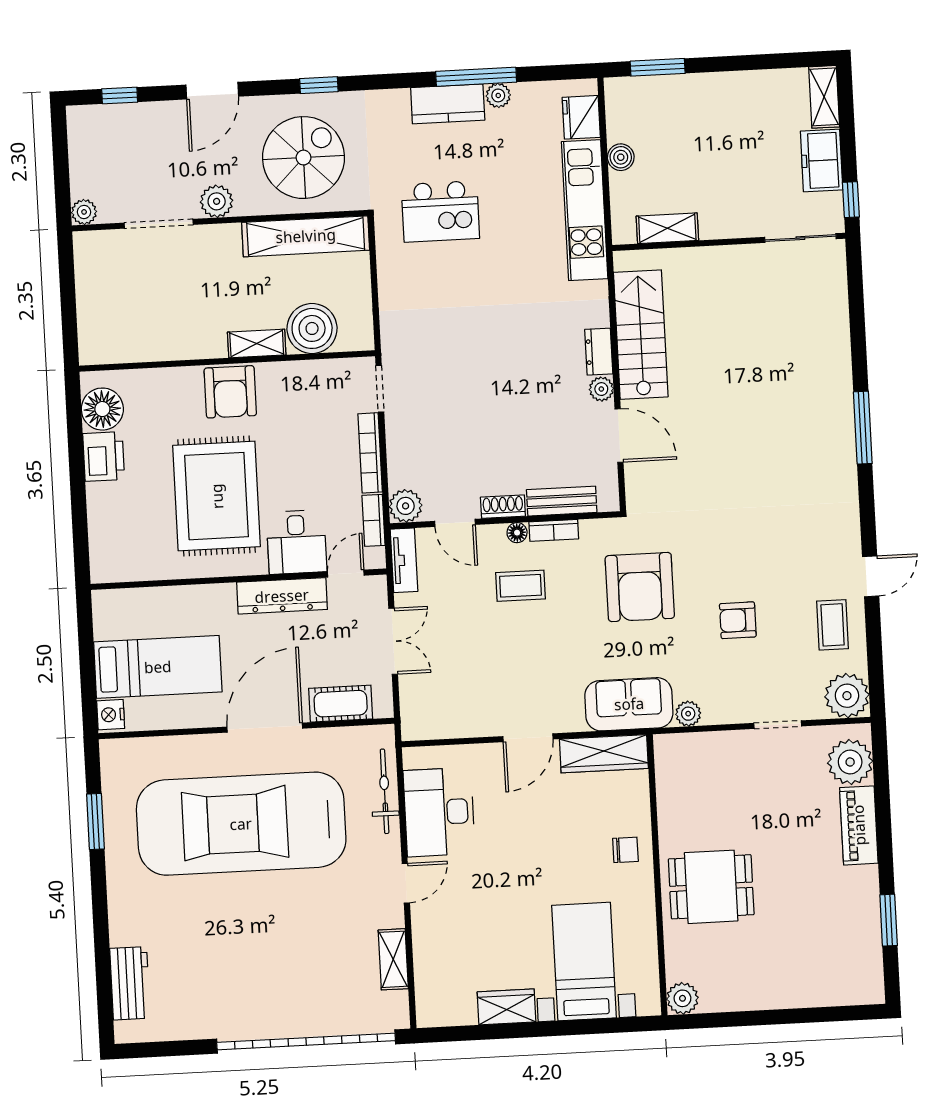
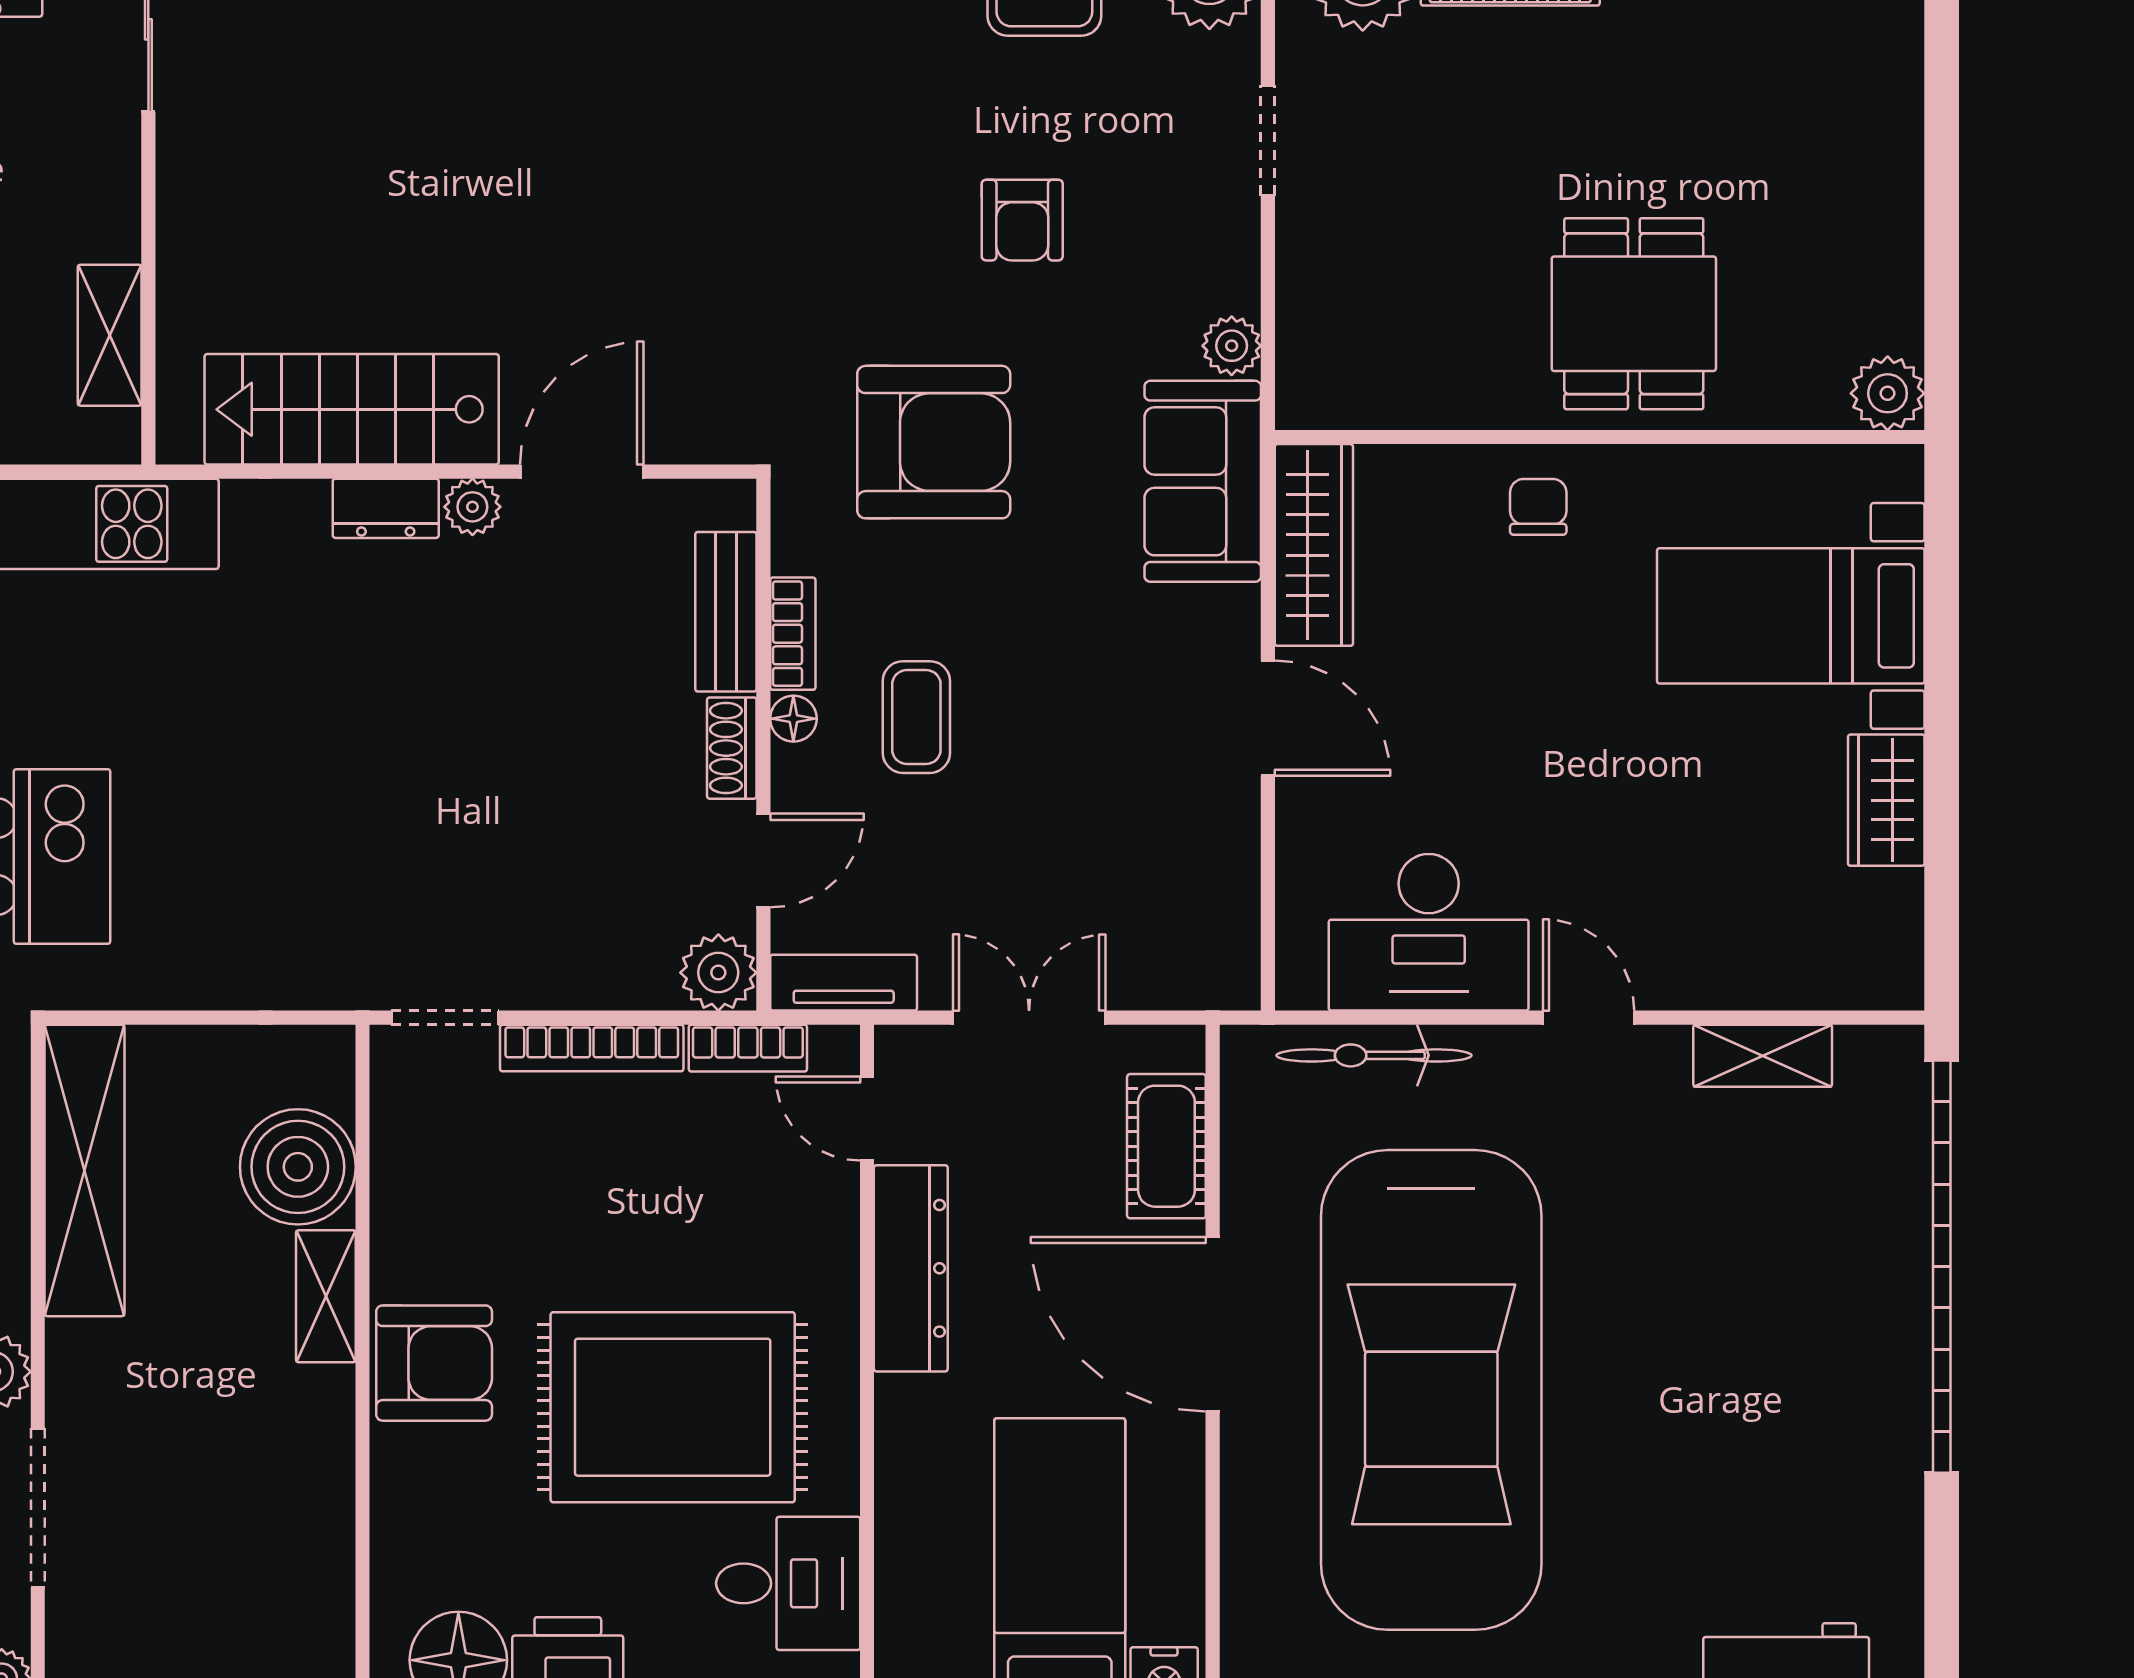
desk: (297, 542) -> (788, 1583), moved

